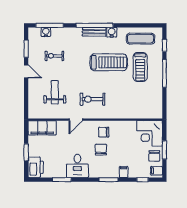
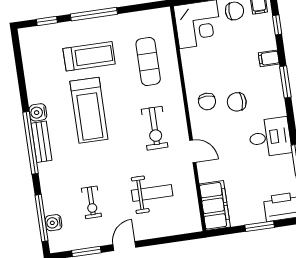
exercise mat: (141, 39) -> (148, 62), moved
treadmill: (109, 62) -> (89, 110), turned 180
weight bench: (55, 92) -> (152, 193), turned 180

